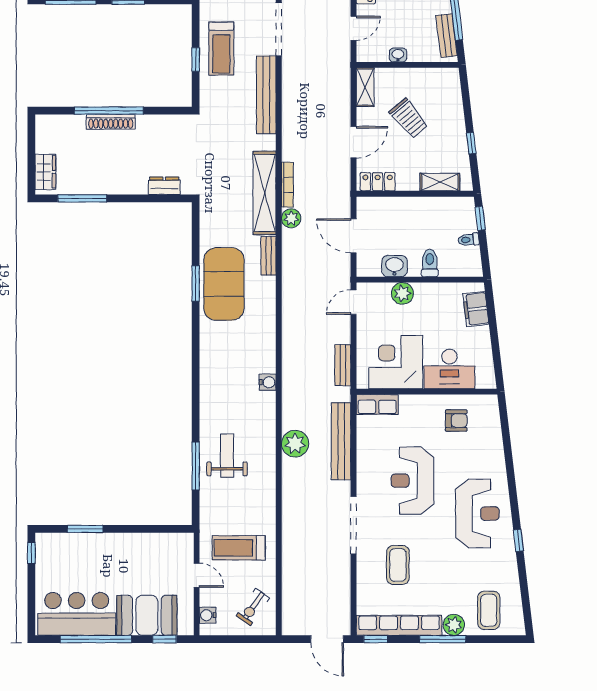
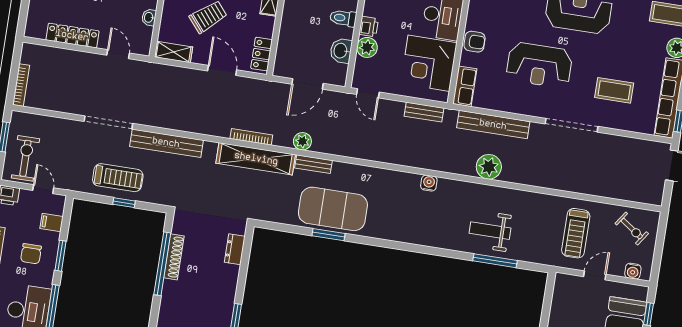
window: (109, 111) -> (162, 264), moved
shoe rack: (111, 122) -> (174, 257), moved
plant: (291, 218) -> (302, 141), moved
printer: (425, 292) -> (369, 27), added
armchair: (456, 421) -> (475, 42), moved, turned 90

